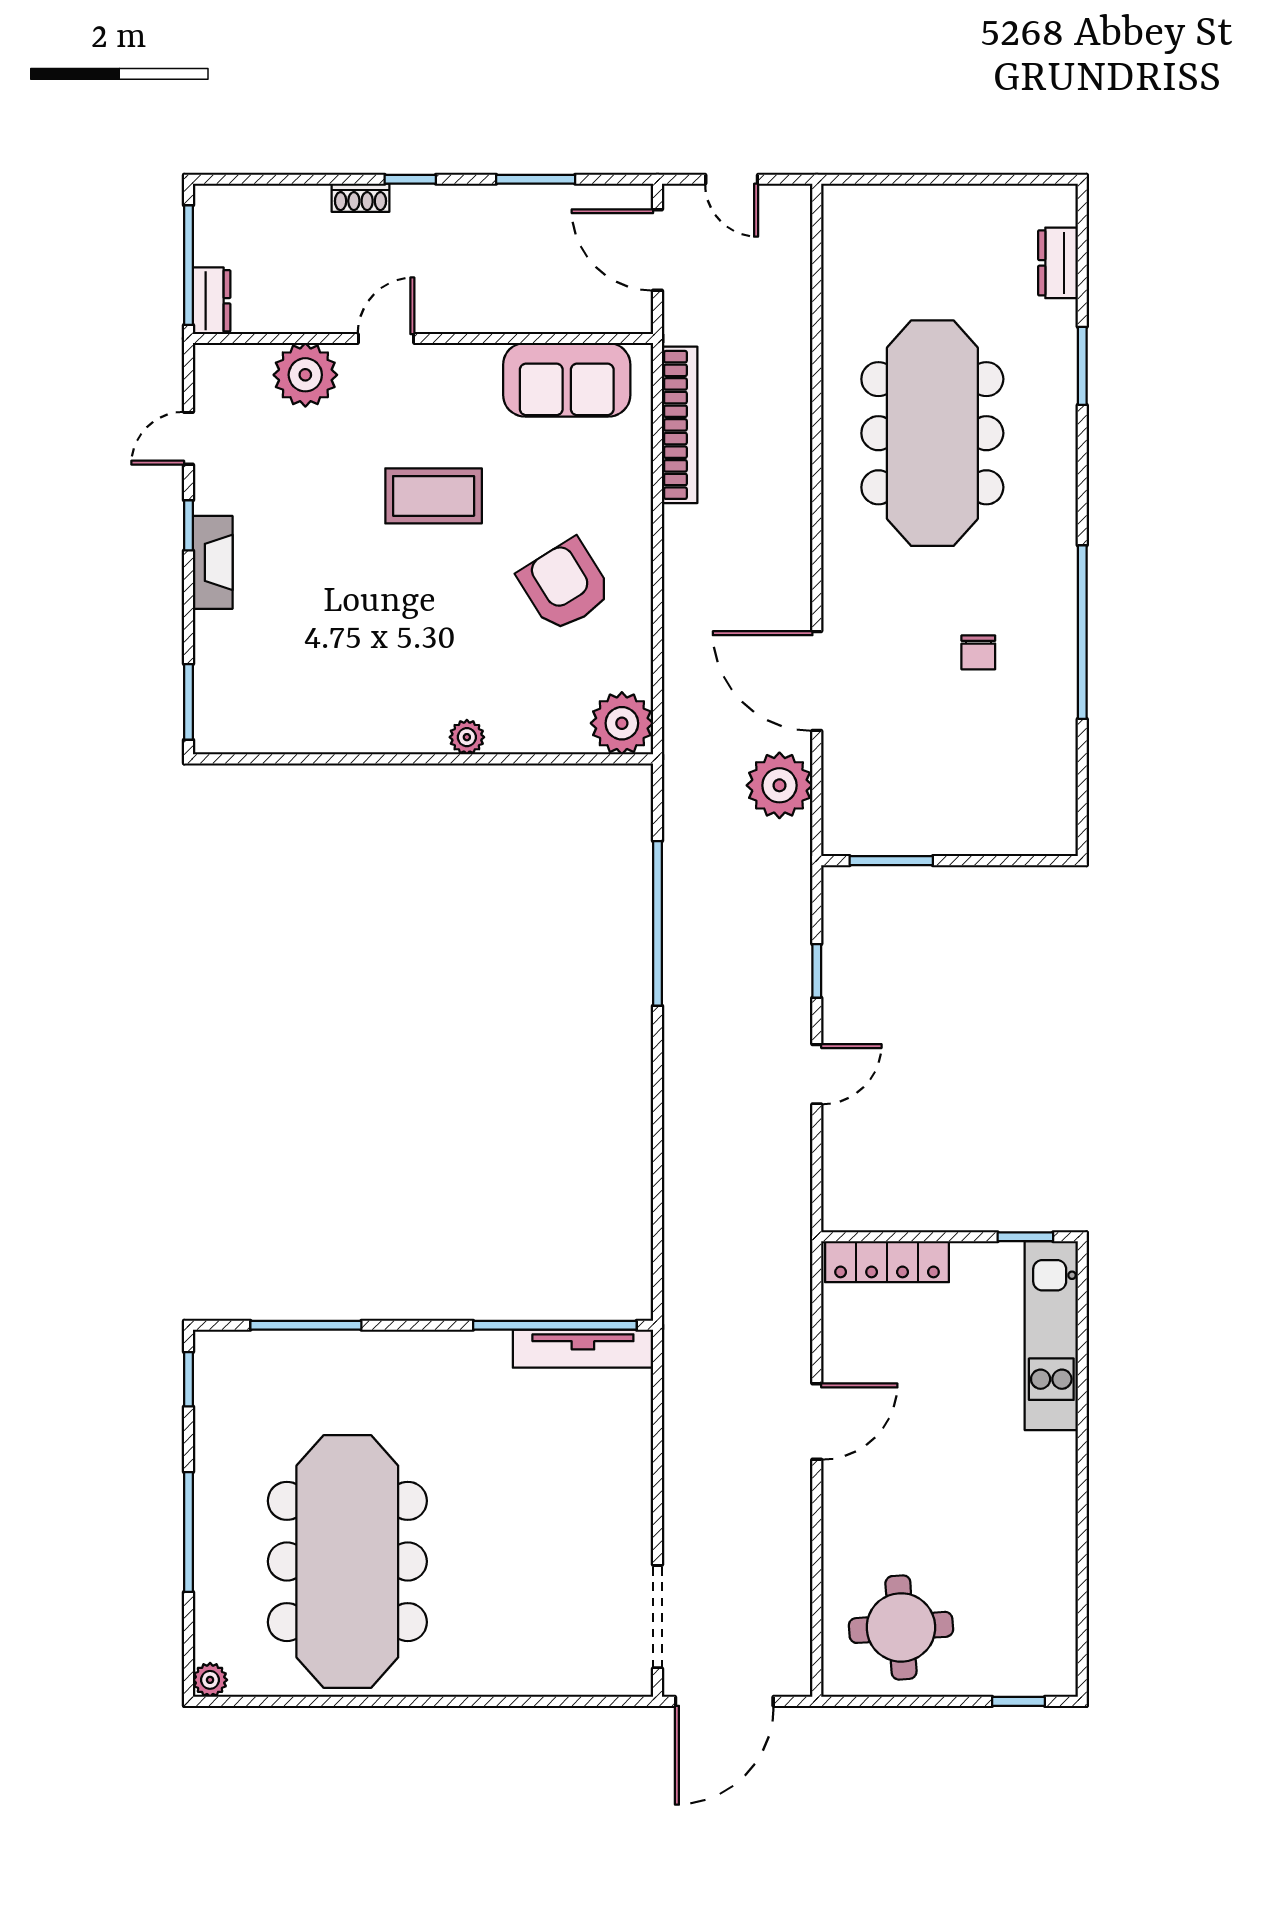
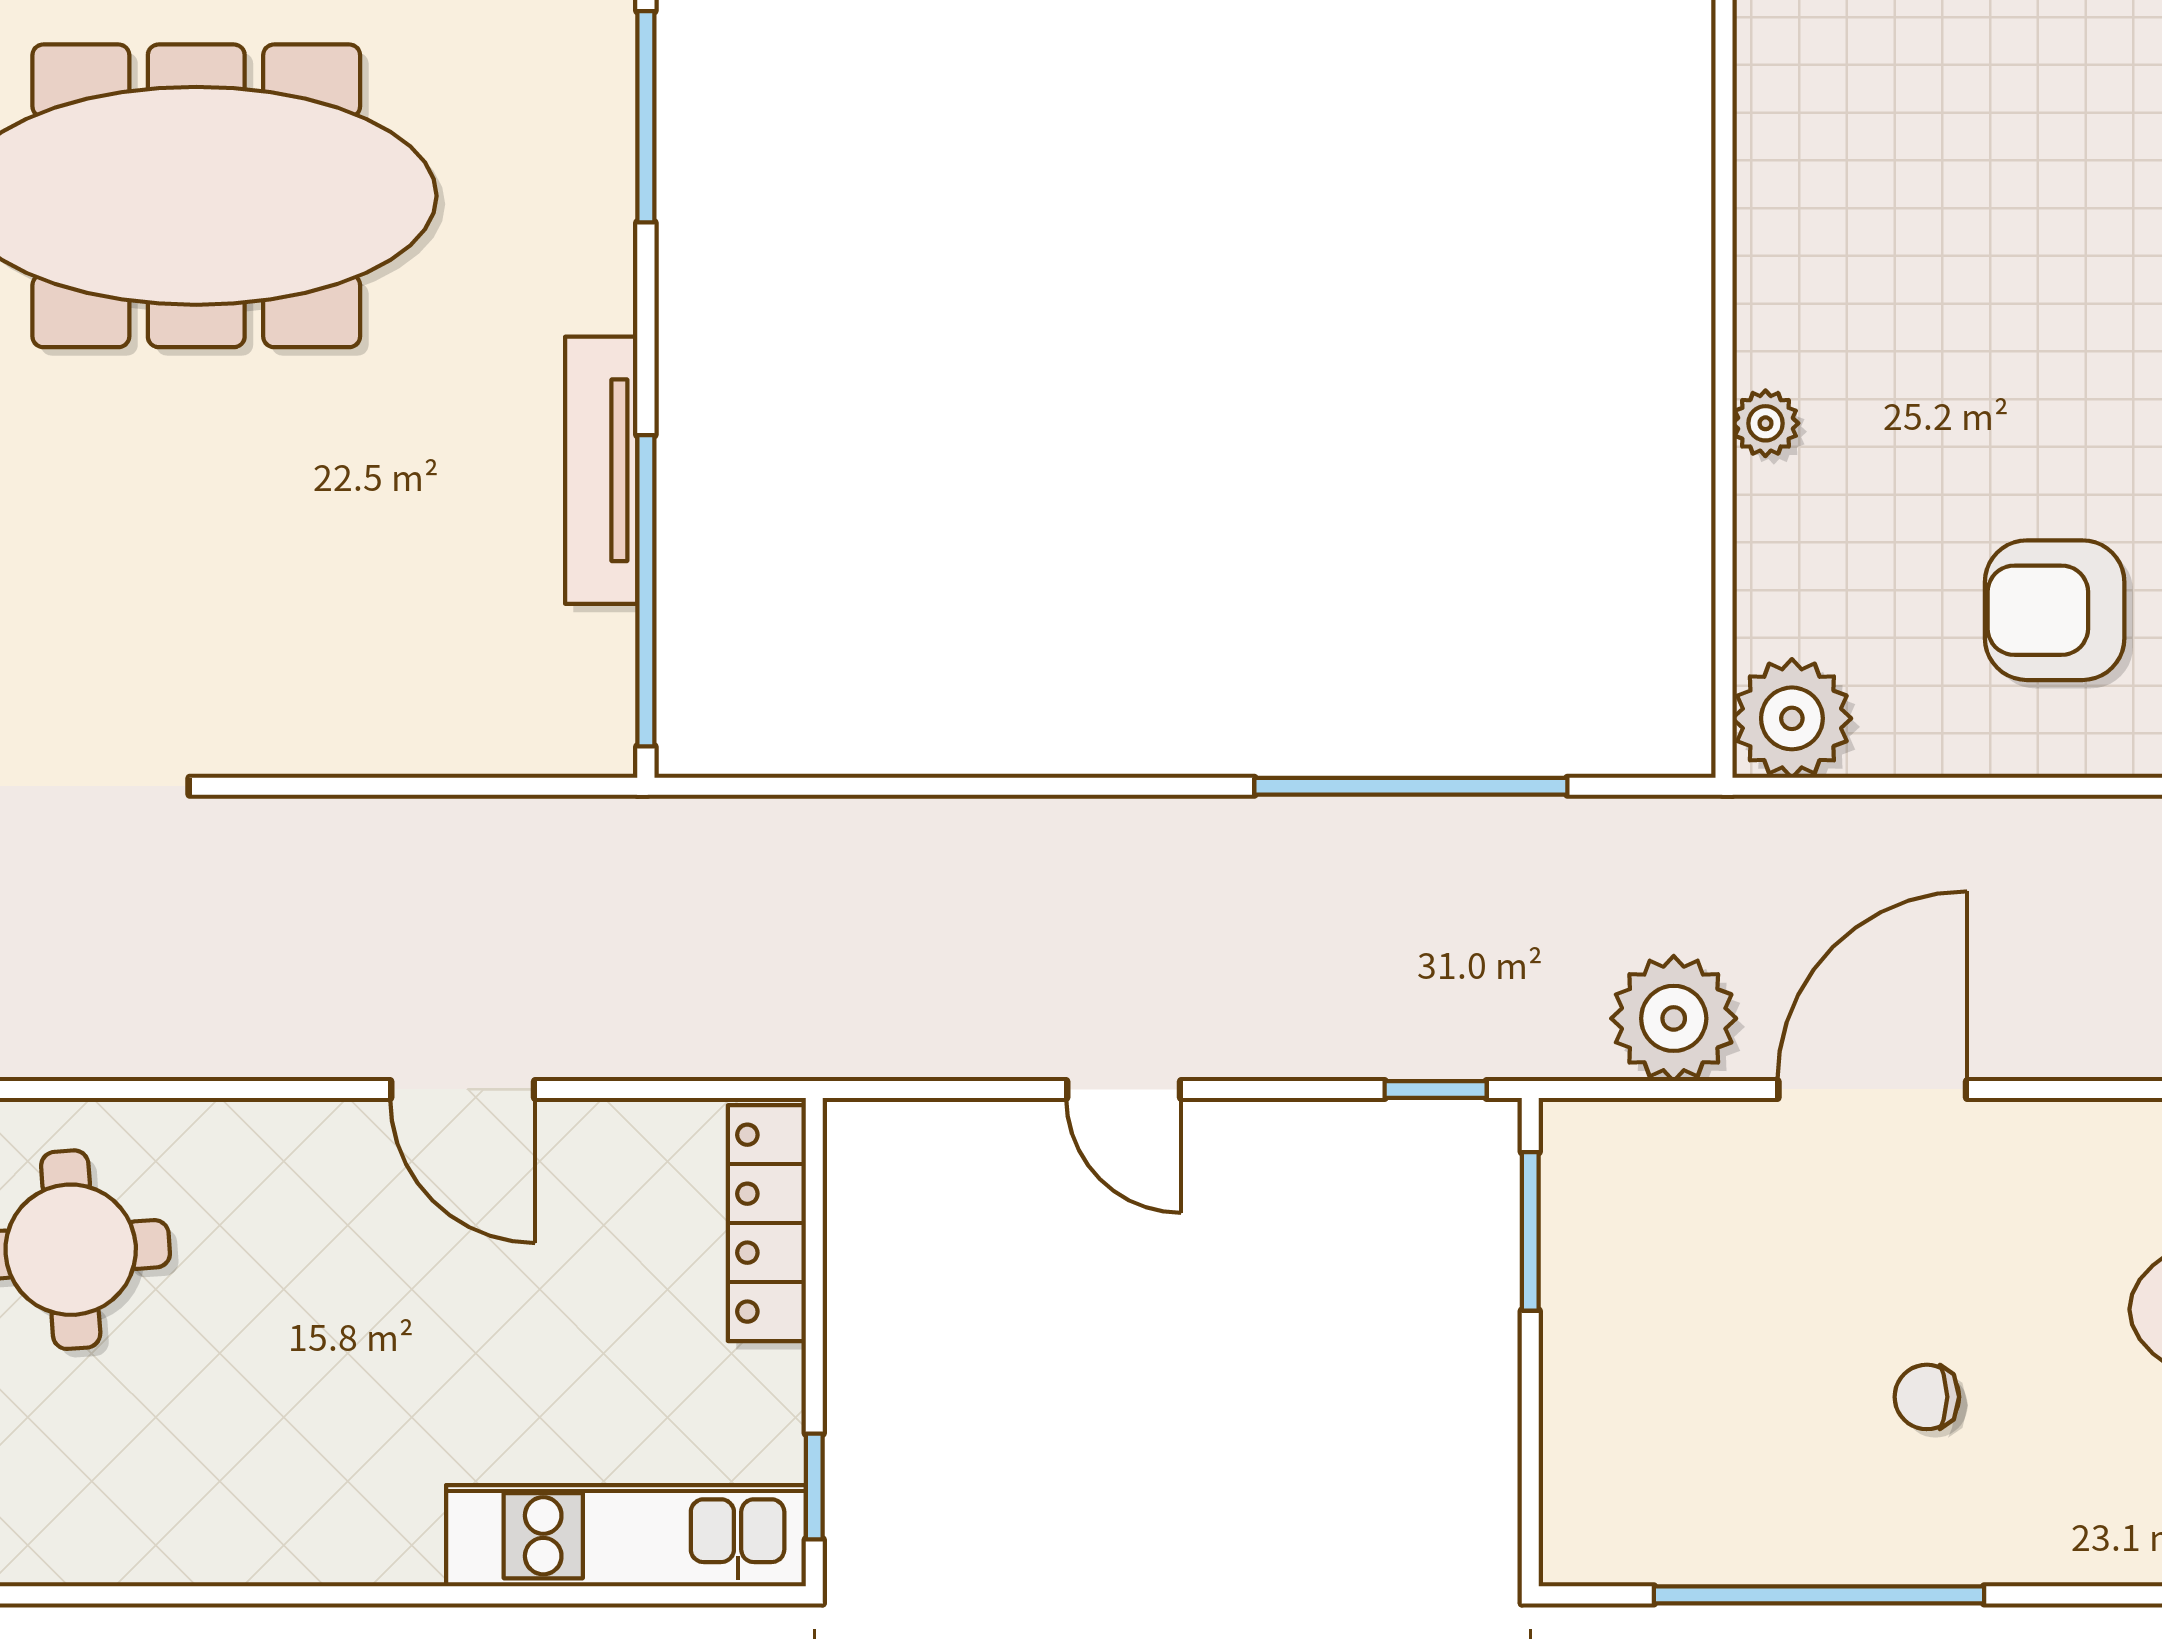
armchair: (565, 585) -> (2055, 610), turned -148
window: (1082, 632) -> (1819, 1595), moved
window: (817, 971) -> (1436, 1089), moved
tv unit: (583, 1349) -> (601, 470), moved

